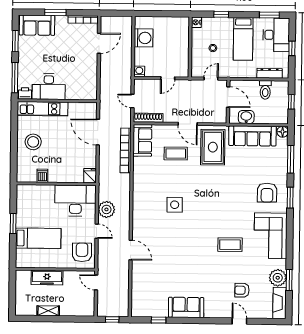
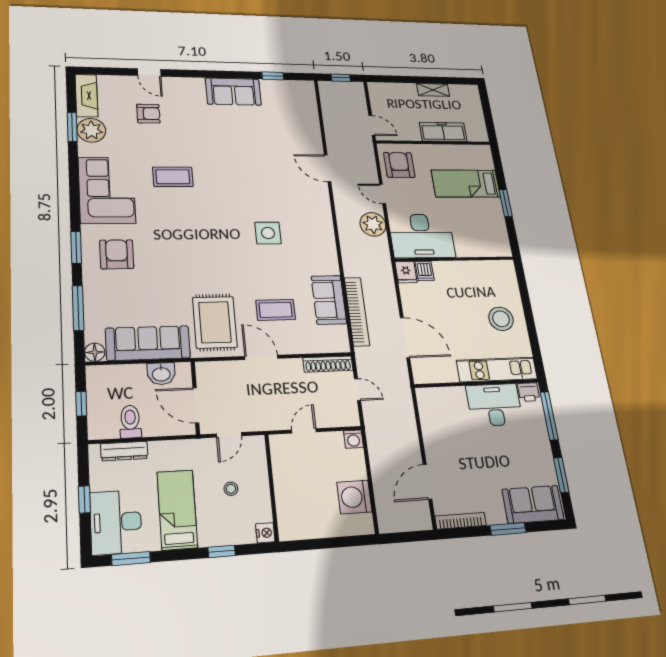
sofa: (142, 140) -> (329, 300), moved
dishwasher: (42, 176) -> (425, 271), moved
armchair: (82, 252) -> (399, 165), turned 180

